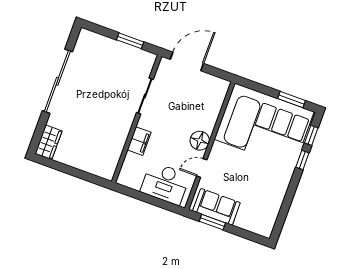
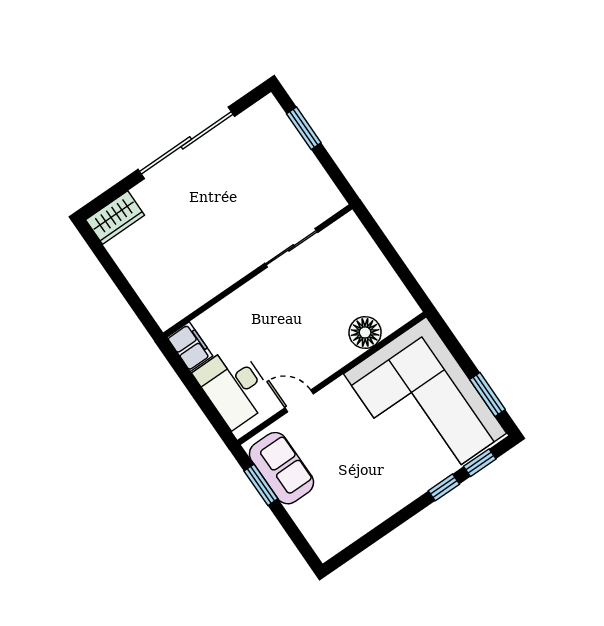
window: (130, 41) -> (304, 128), moved
door: (187, 61) -> (382, 241), removed
filing cabinet: (139, 141) -> (190, 347), moved, turned -90
floor lamp: (200, 141) -> (365, 332), moved

